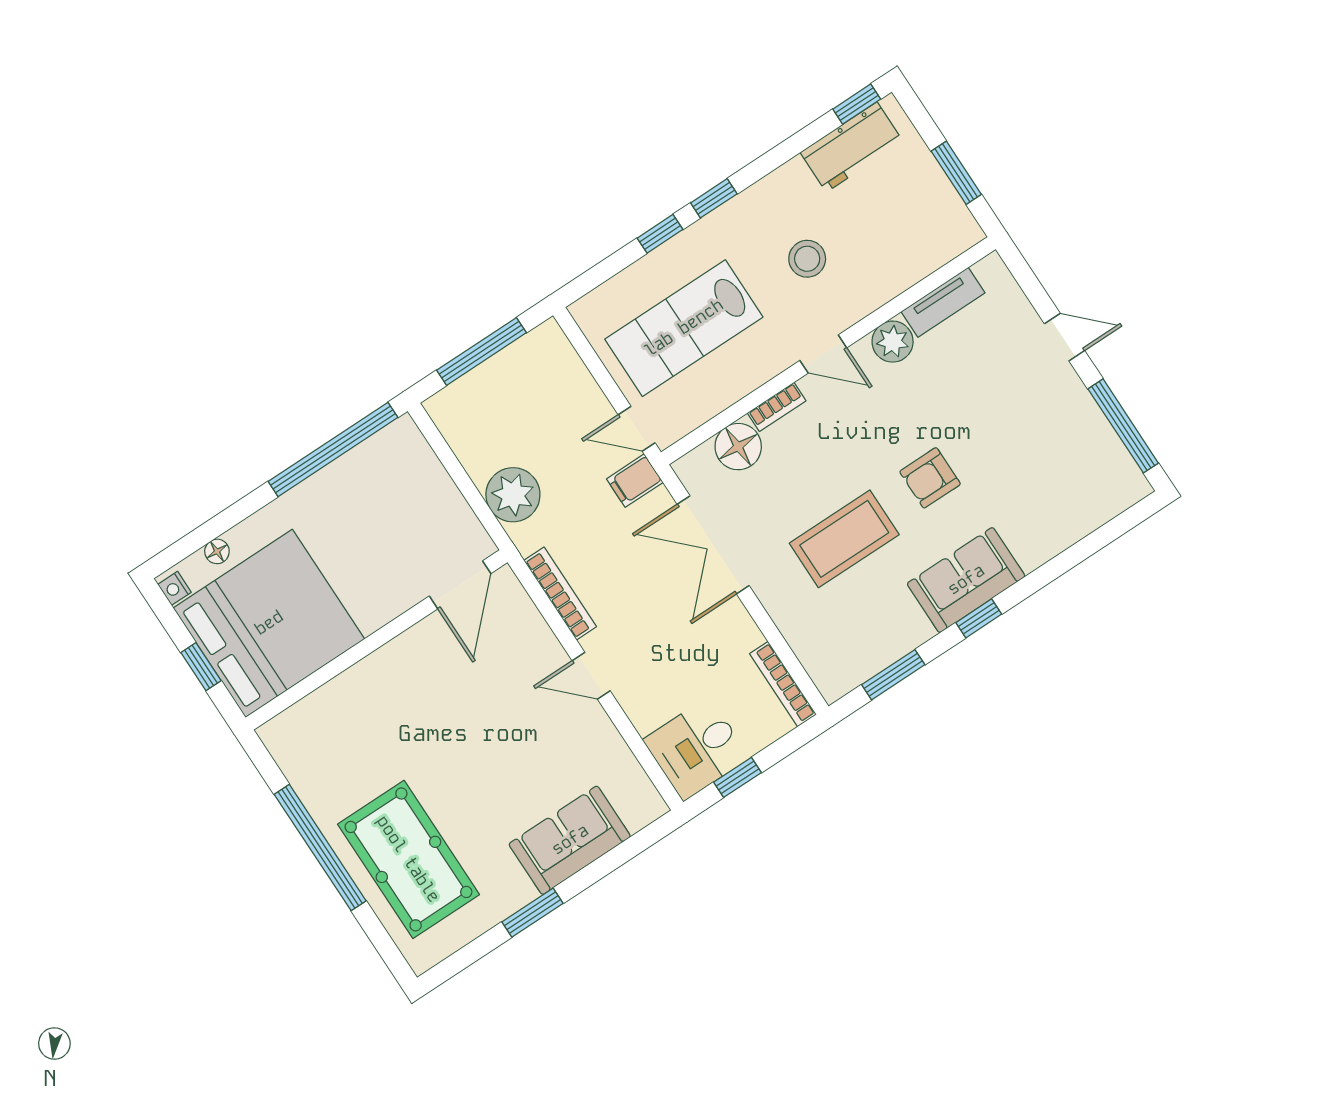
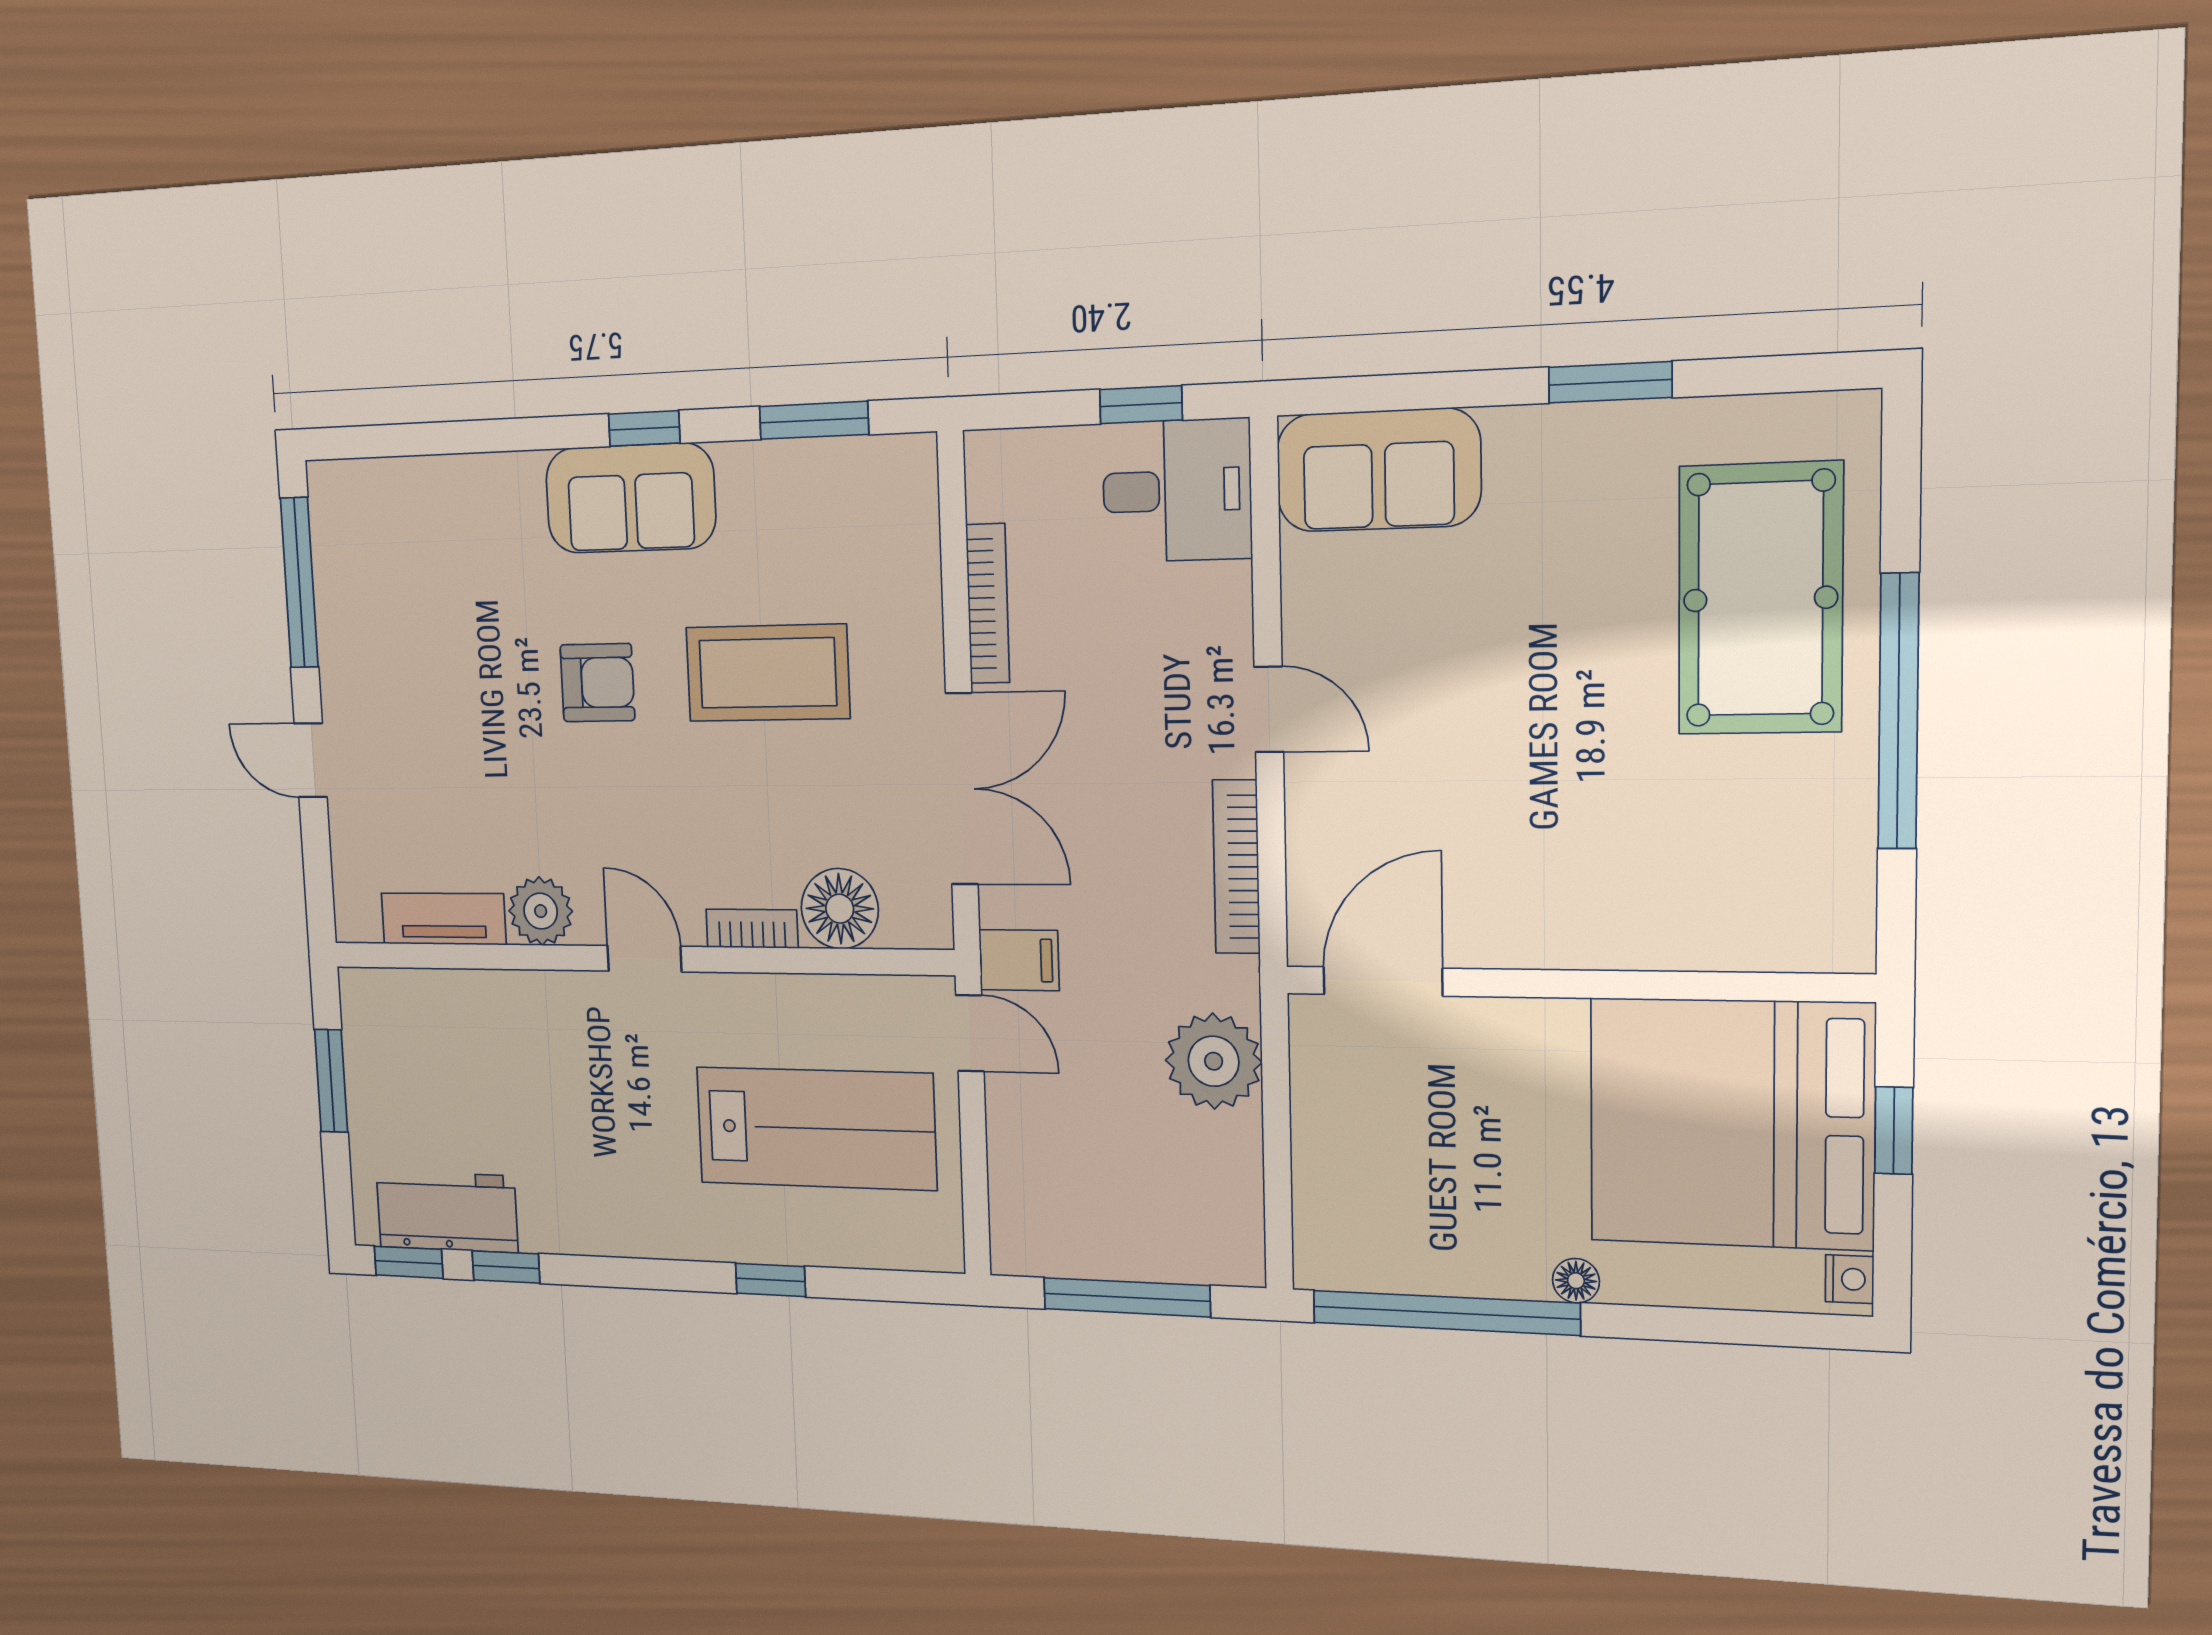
window: (714, 198) -> (506, 1267), moved
stool: (807, 259) -> (591, 1105), removed
floor lamp: (217, 551) -> (1576, 1281), moved
bookcase: (783, 684) -> (988, 604), moved
sofa: (570, 840) -> (1378, 470), moved

